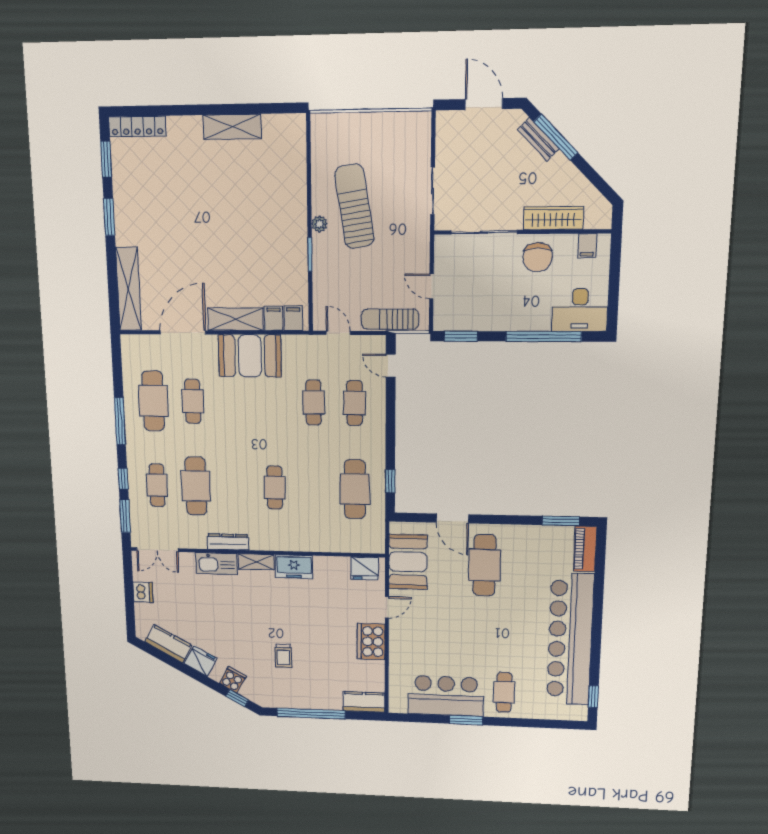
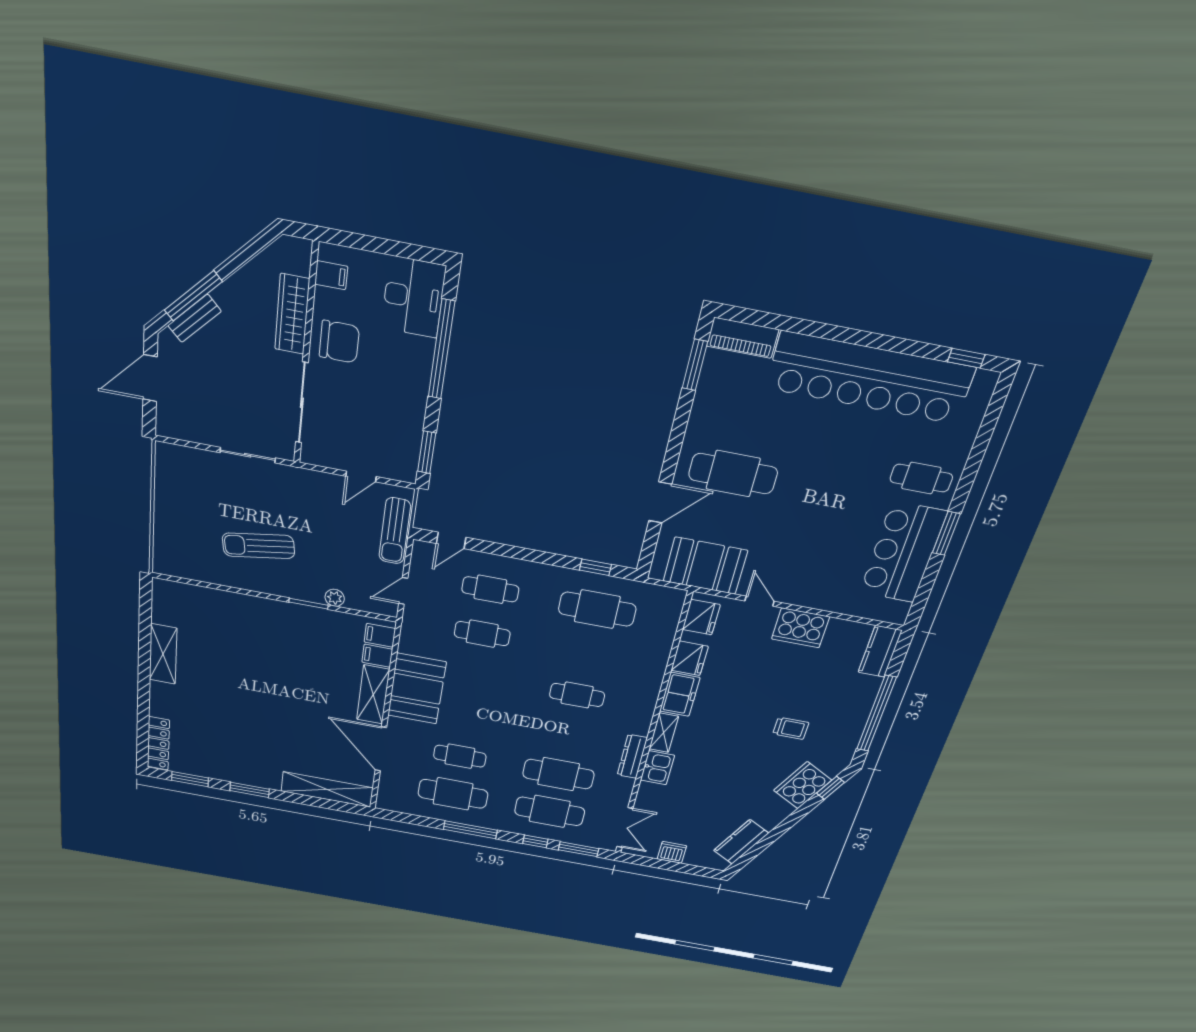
sun lounger: (354, 206) -> (258, 546), width x0.73, depth x0.75
plant: (319, 224) -> (335, 598), moved
cafe table: (157, 485) -> (550, 811), width x1.37, depth x1.35
kitchen sink: (217, 564) -> (657, 768), width x0.73
fridge: (200, 661) -> (690, 658), moved, turned 151
cooker: (233, 680) -> (803, 785), width x1.87, depth x1.31

